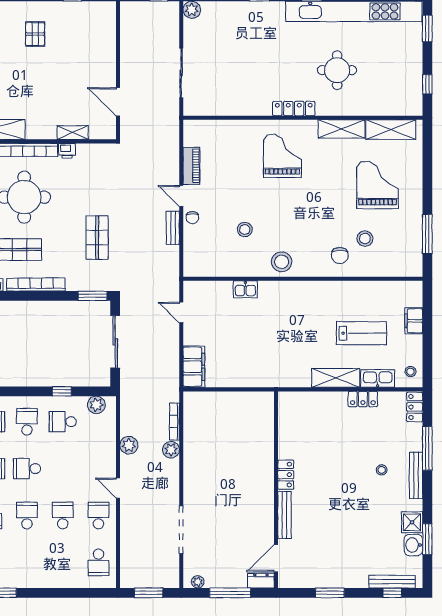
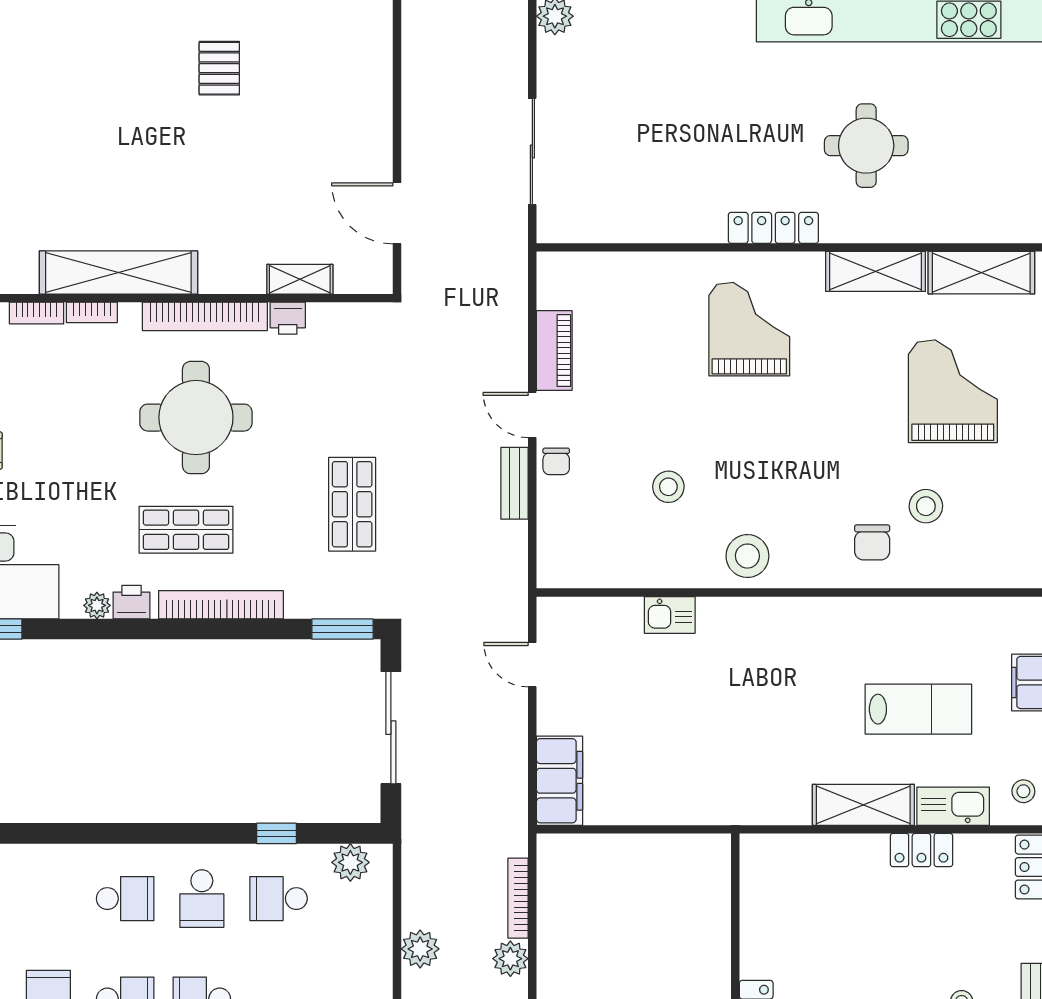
school desk: (27, 422) -> (202, 899), turned 180

